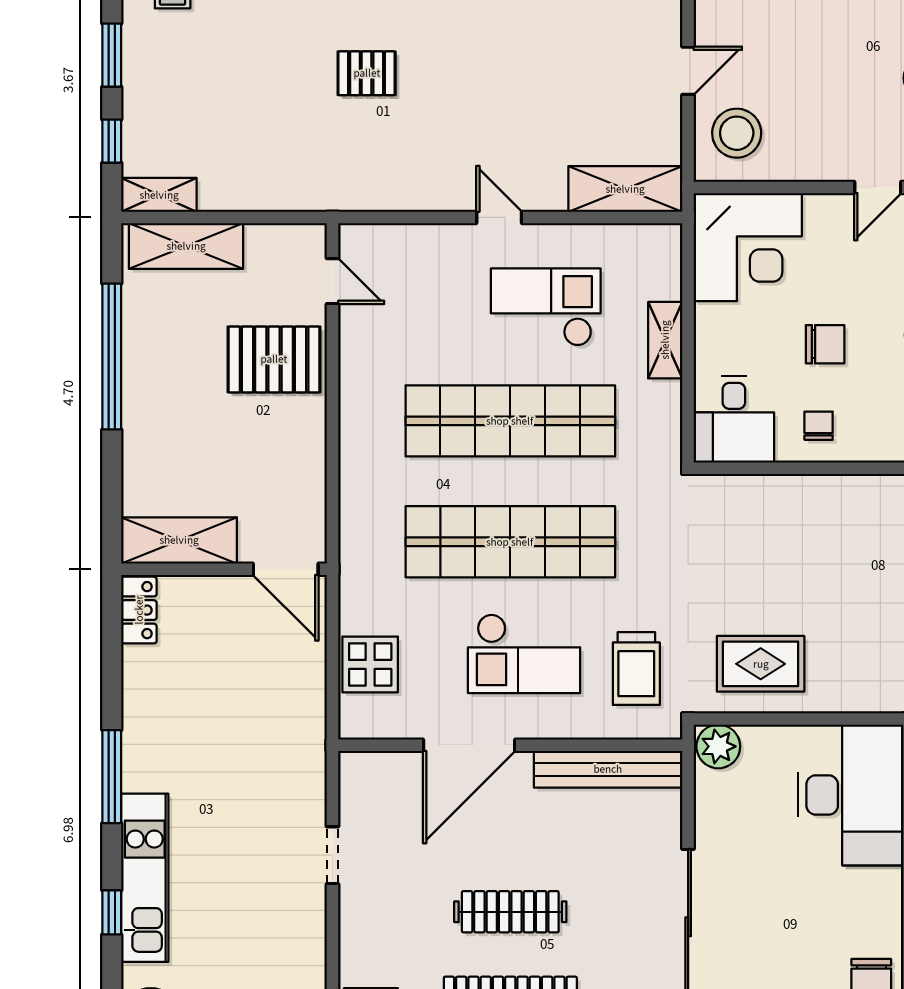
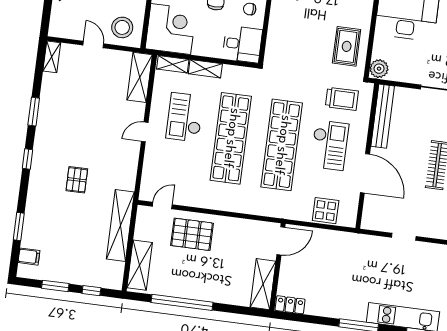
shelving: (159, 195) -> (120, 226), moved, width x2.20, depth x1.33
shelving: (666, 263) -> (173, 64), added
pallet: (274, 359) -> (192, 234), turned 90

